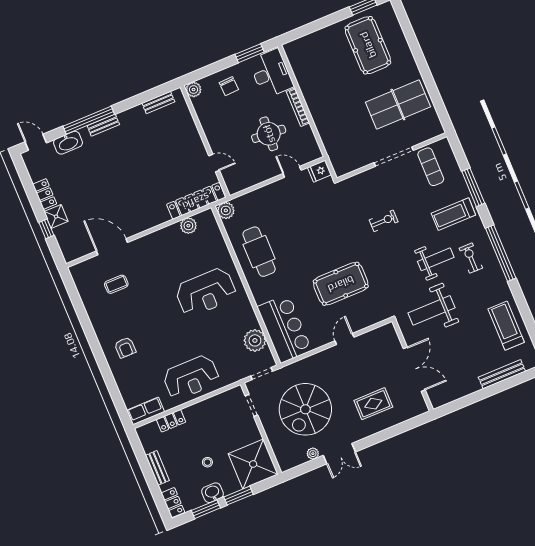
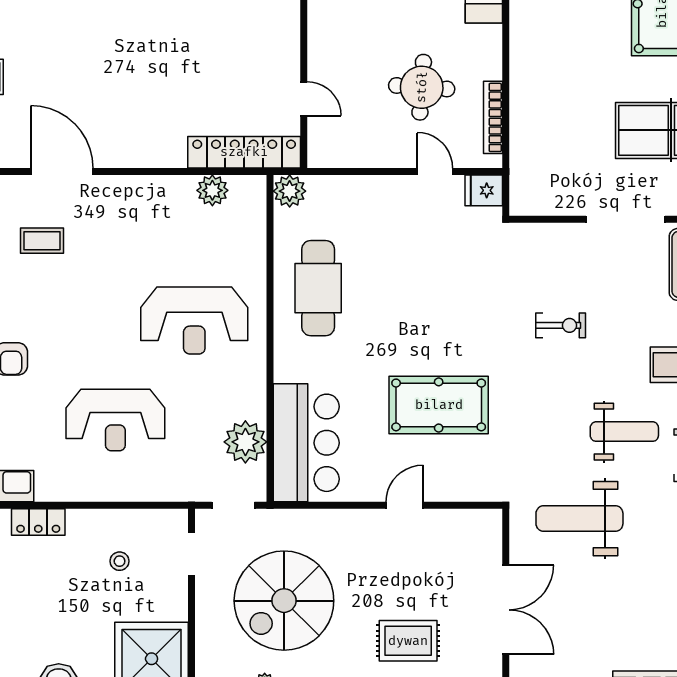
bookcase: (298, 107) -> (493, 117), moved
reception desk: (191, 377) -> (115, 420), moved
stool: (207, 462) -> (120, 561), moved

